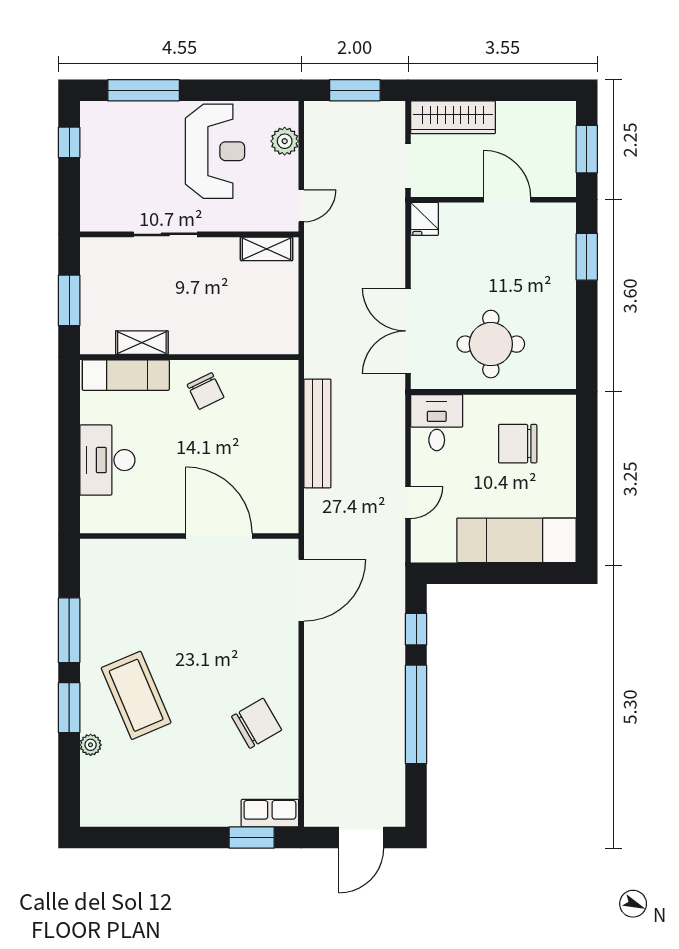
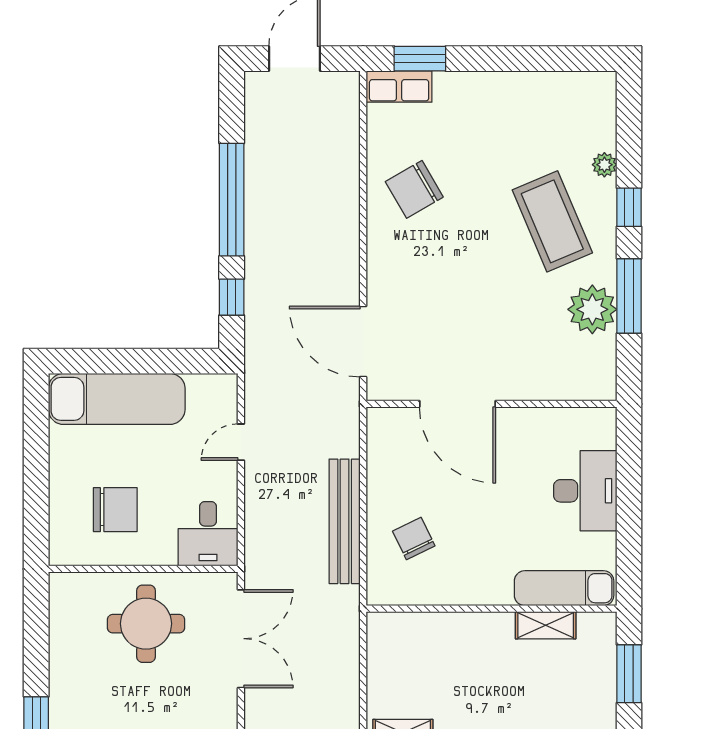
chair: (206, 391) -> (414, 539), moved
door: (301, 590) -> (363, 342), hinge flipped
plant: (101, 618) -> (592, 309), added
window: (69, 708) -> (629, 207), width x0.67

